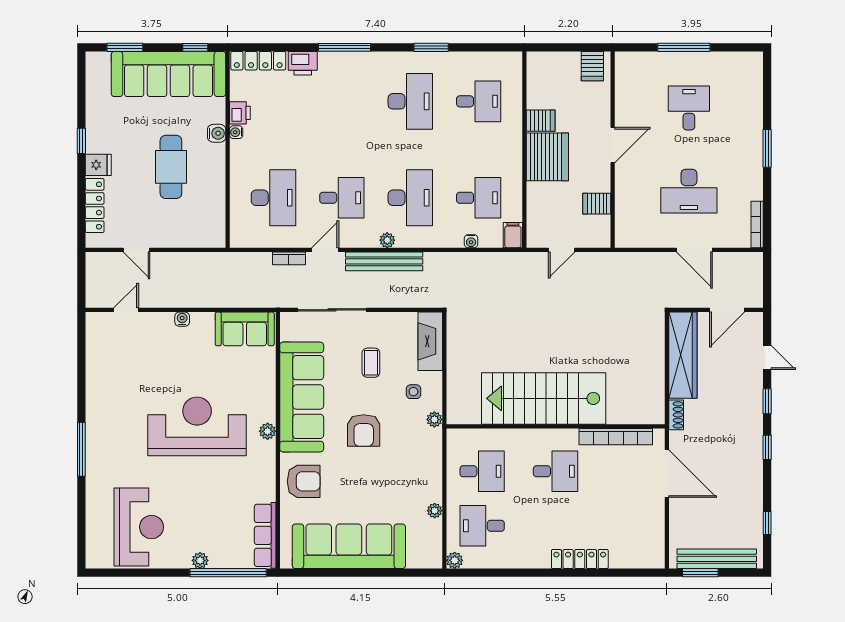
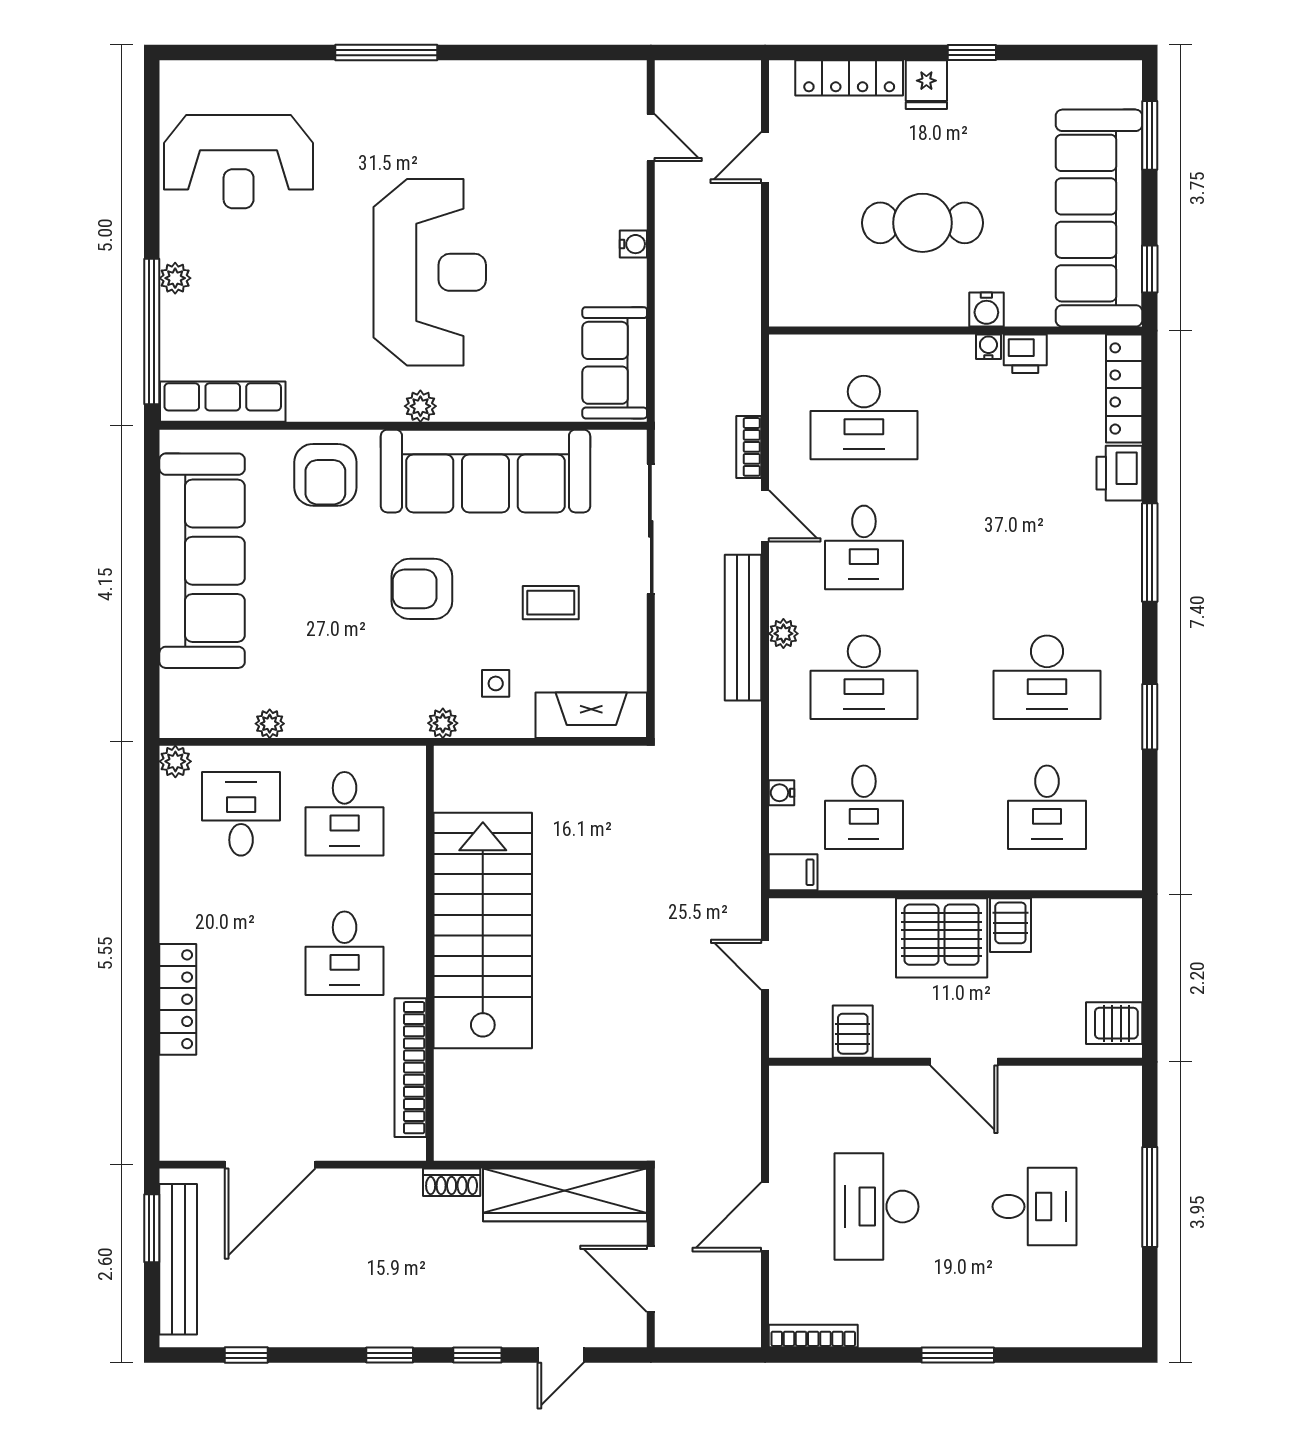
door: (667, 474) -> (270, 1165), moved

